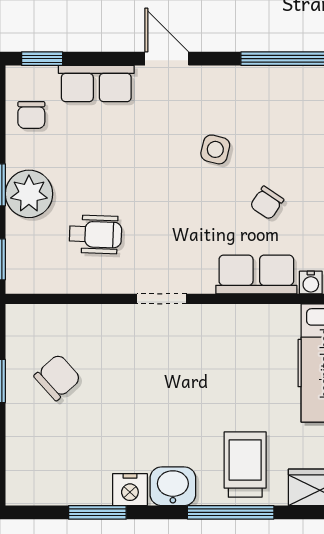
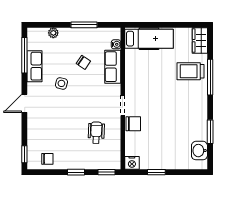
row of seats: (96, 84) -> (34, 66), moved
plant: (29, 194) -> (80, 160), removed
chair: (57, 377) -> (133, 124), moved, turned 132
washbasin: (173, 486) -> (199, 151), moved
nightstand: (130, 490) -> (132, 163), moved, turned 90

